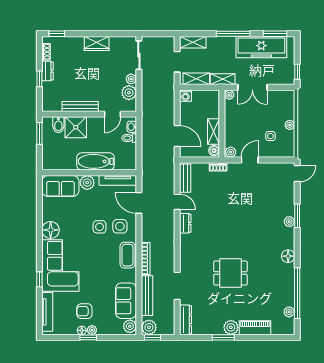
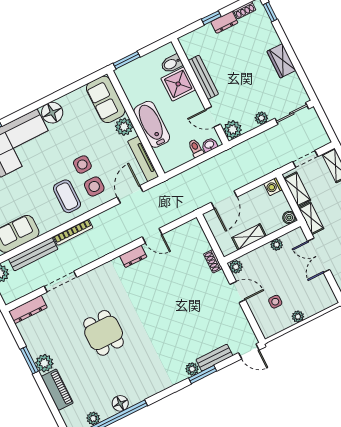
plant: (129, 93) -> (233, 129), moved
plant: (229, 95) -> (277, 245), moved
window: (39, 133) -> (127, 60), moved
boiler: (214, 151) -> (289, 218), moved
bench: (185, 178) -> (214, 358), moved
door: (177, 202) -> (152, 236), hinge flipped
coffee table: (128, 255) -> (67, 196), moved, turned 90
floor lamp: (288, 256) -> (120, 403), moved

